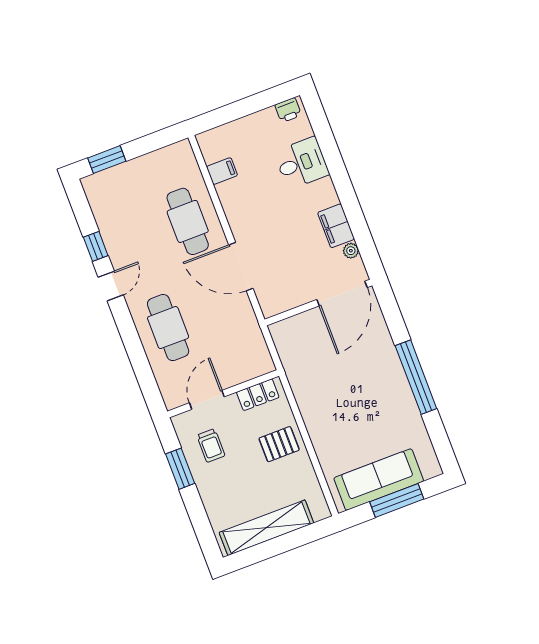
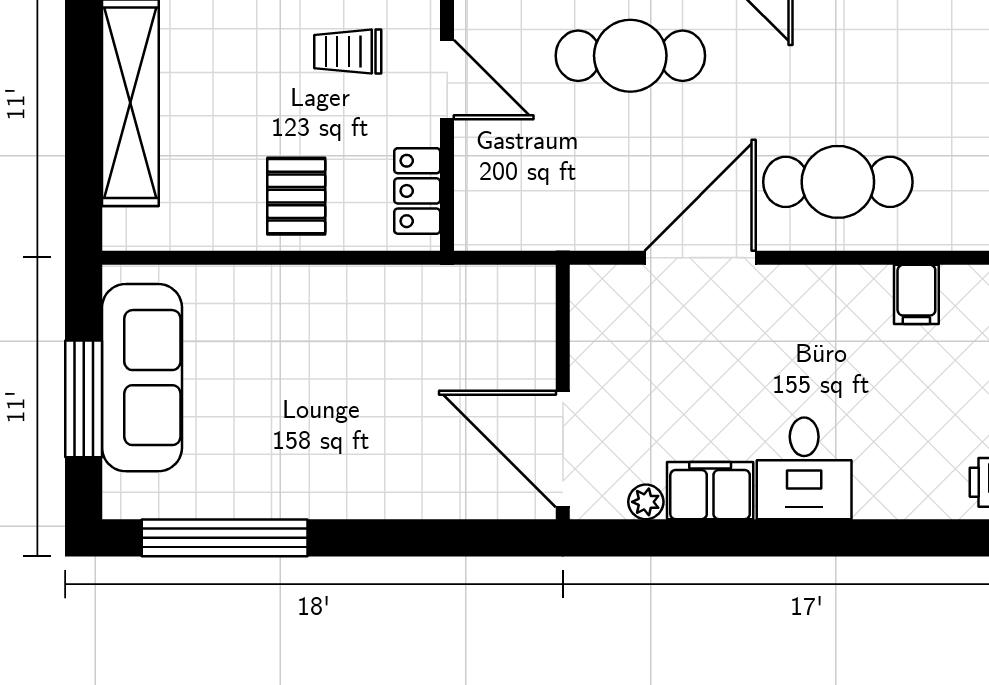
desk: (302, 163) -> (804, 468), moved
window: (416, 377) -> (225, 538), moved

